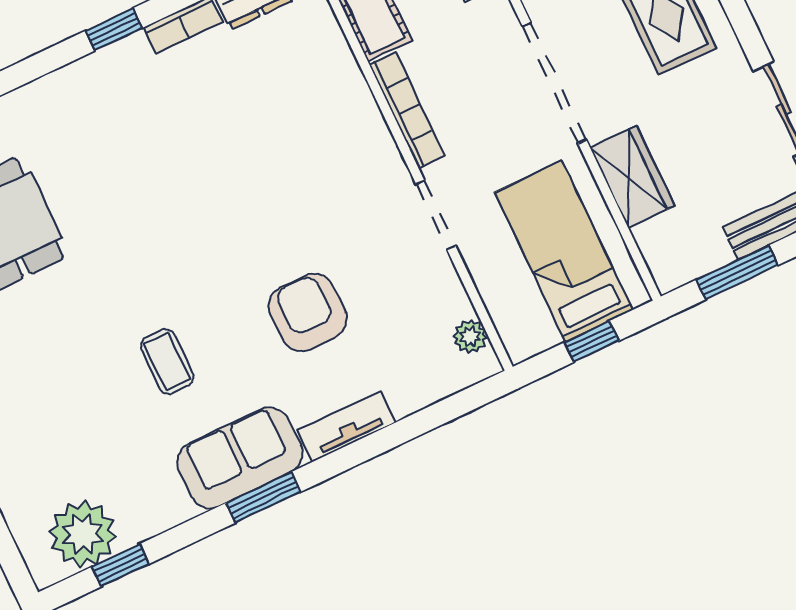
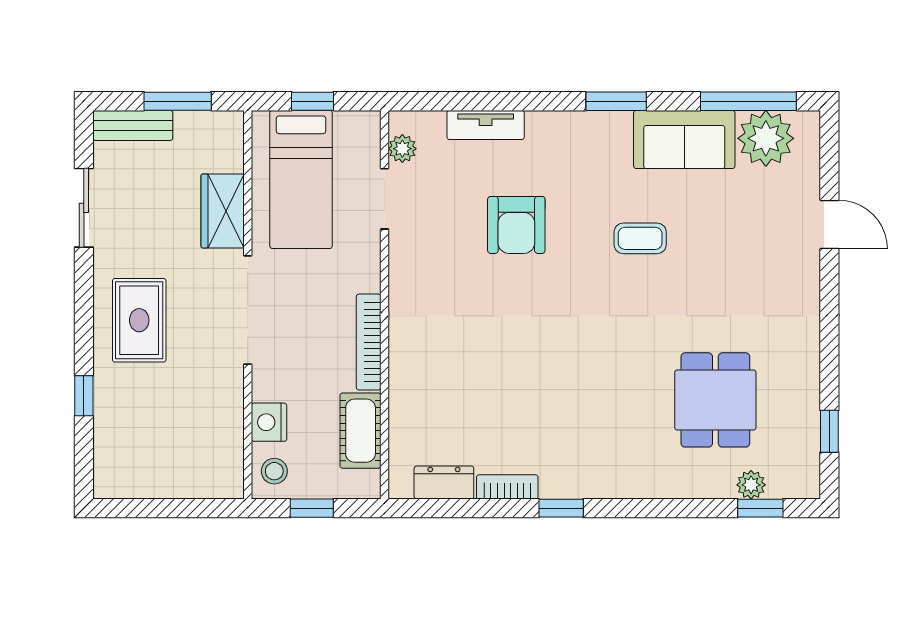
doorway: (436, 215) -> (385, 199), moved
coffee table: (167, 362) -> (640, 238), turned 90
tv unit: (347, 426) -> (486, 125), moved
sofa: (240, 458) -> (684, 139), moved
window: (120, 565) -> (748, 101), width x2.17

